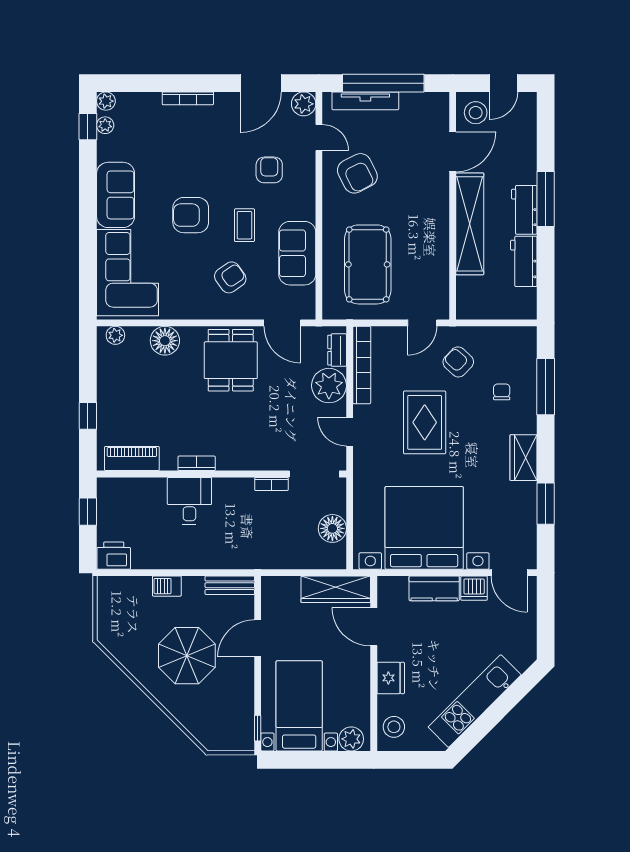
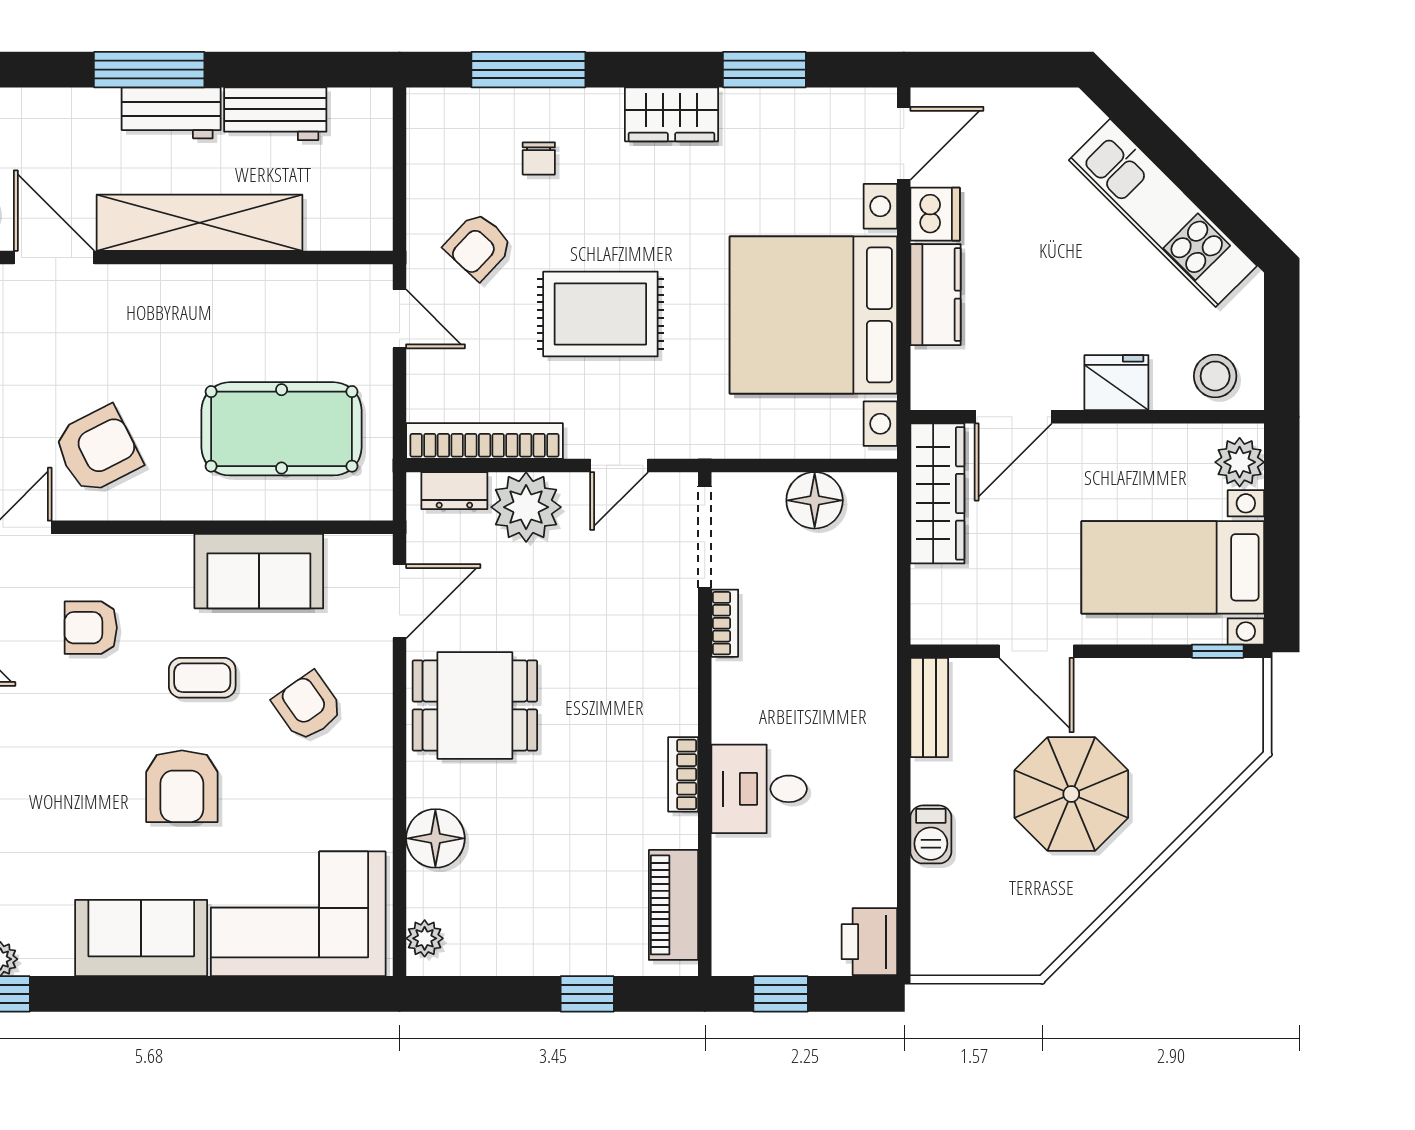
chair: (502, 392) -> (539, 158), turned -90

